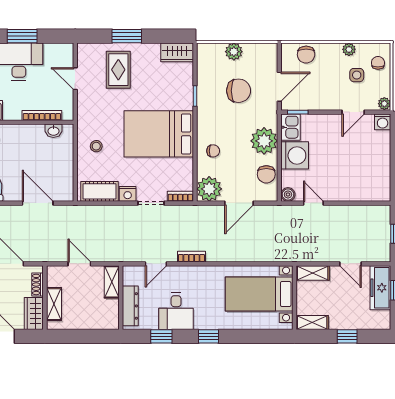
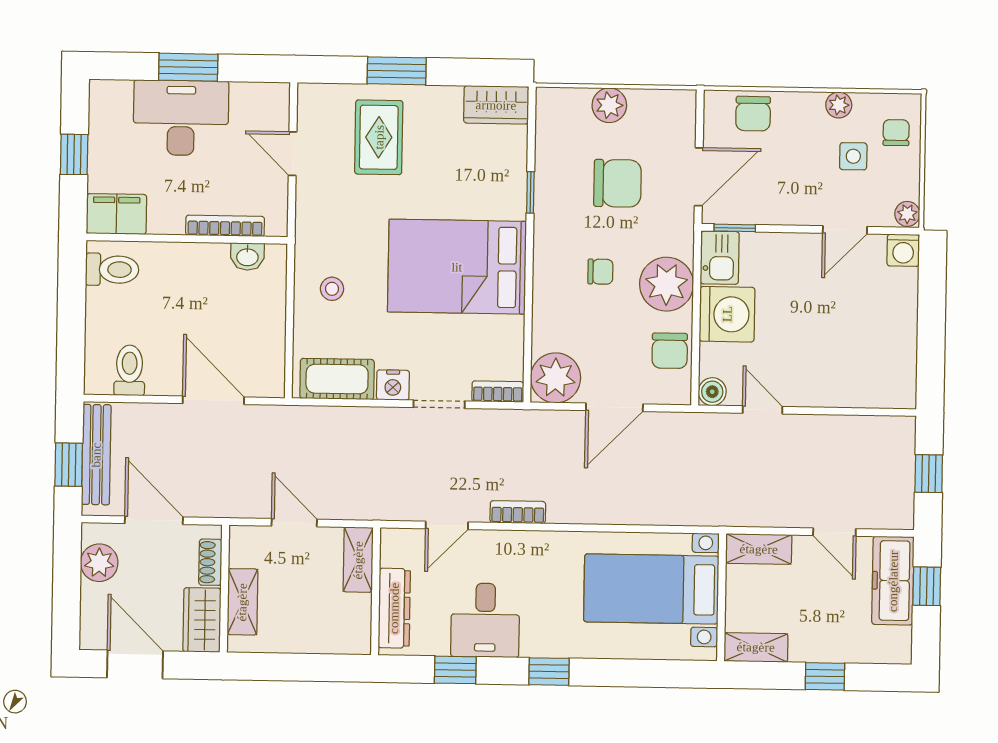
chair: (213, 151) -> (600, 272), moved

